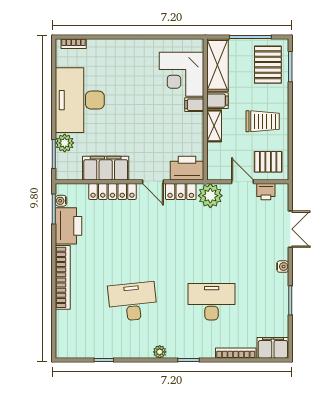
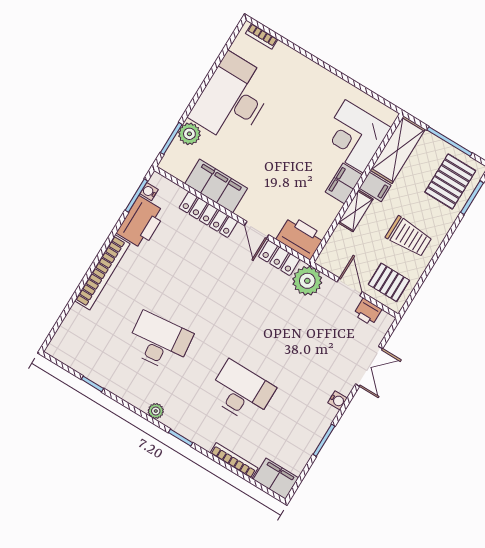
filing cabinet: (194, 105) -> (344, 184), width x2.00

